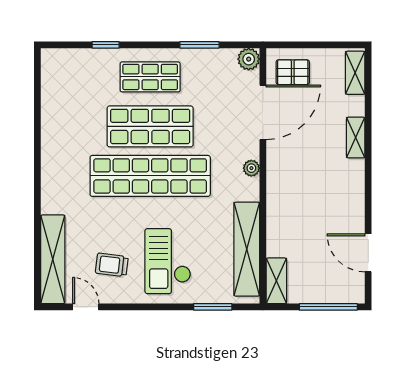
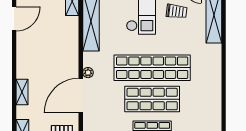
door: (263, 112) -> (81, 96), moved
door: (368, 253) -> (14, 19), hinge flipped

